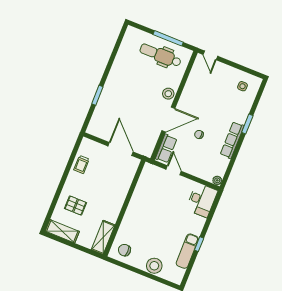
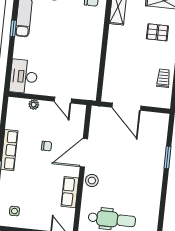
row of seats: (166, 149) -> (70, 192), moved
plant: (217, 180) -> (34, 105), moved

